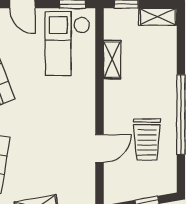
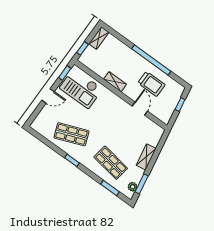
shelving: (112, 60) -> (115, 82), moved

